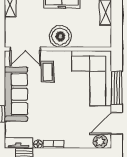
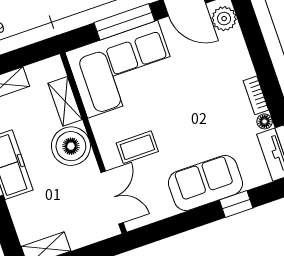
shelving: (85, 42) -> (65, 101), added
sofa: (16, 94) -> (205, 183), width x0.73

